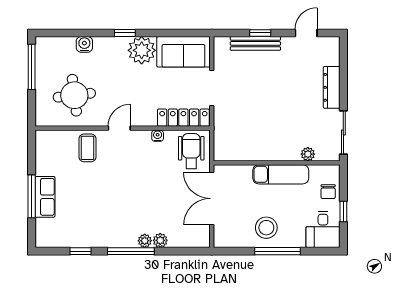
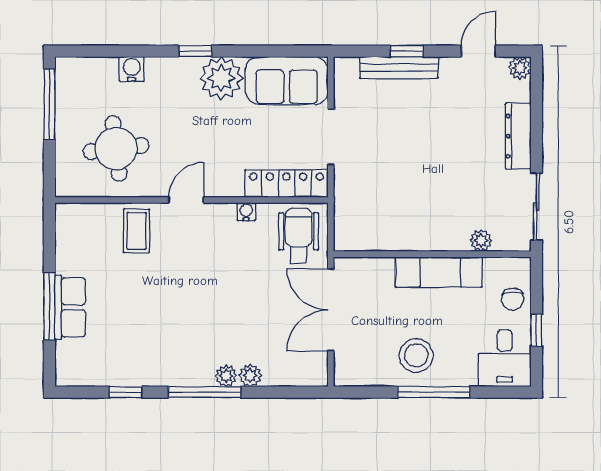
plant: (333, 44) -> (520, 68), added

